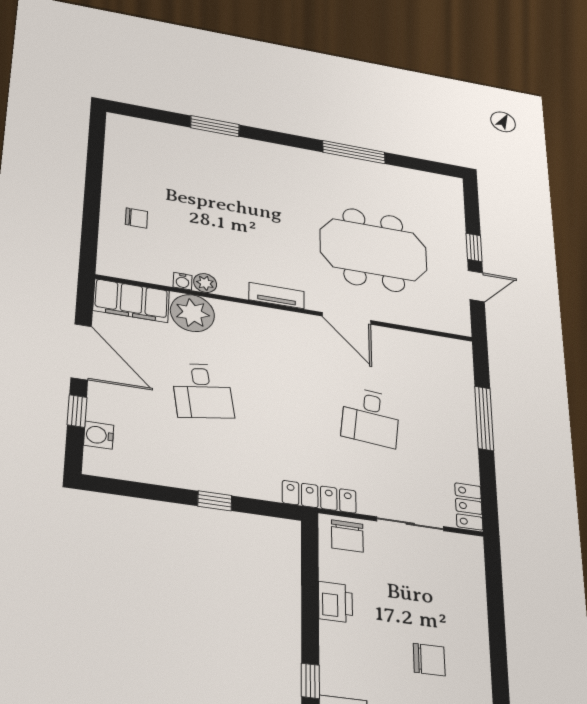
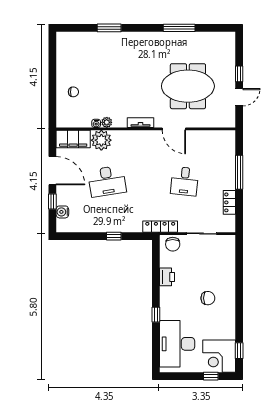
desk: (203, 391) -> (107, 181), width x1.37
locker: (469, 506) -> (229, 202), moved

